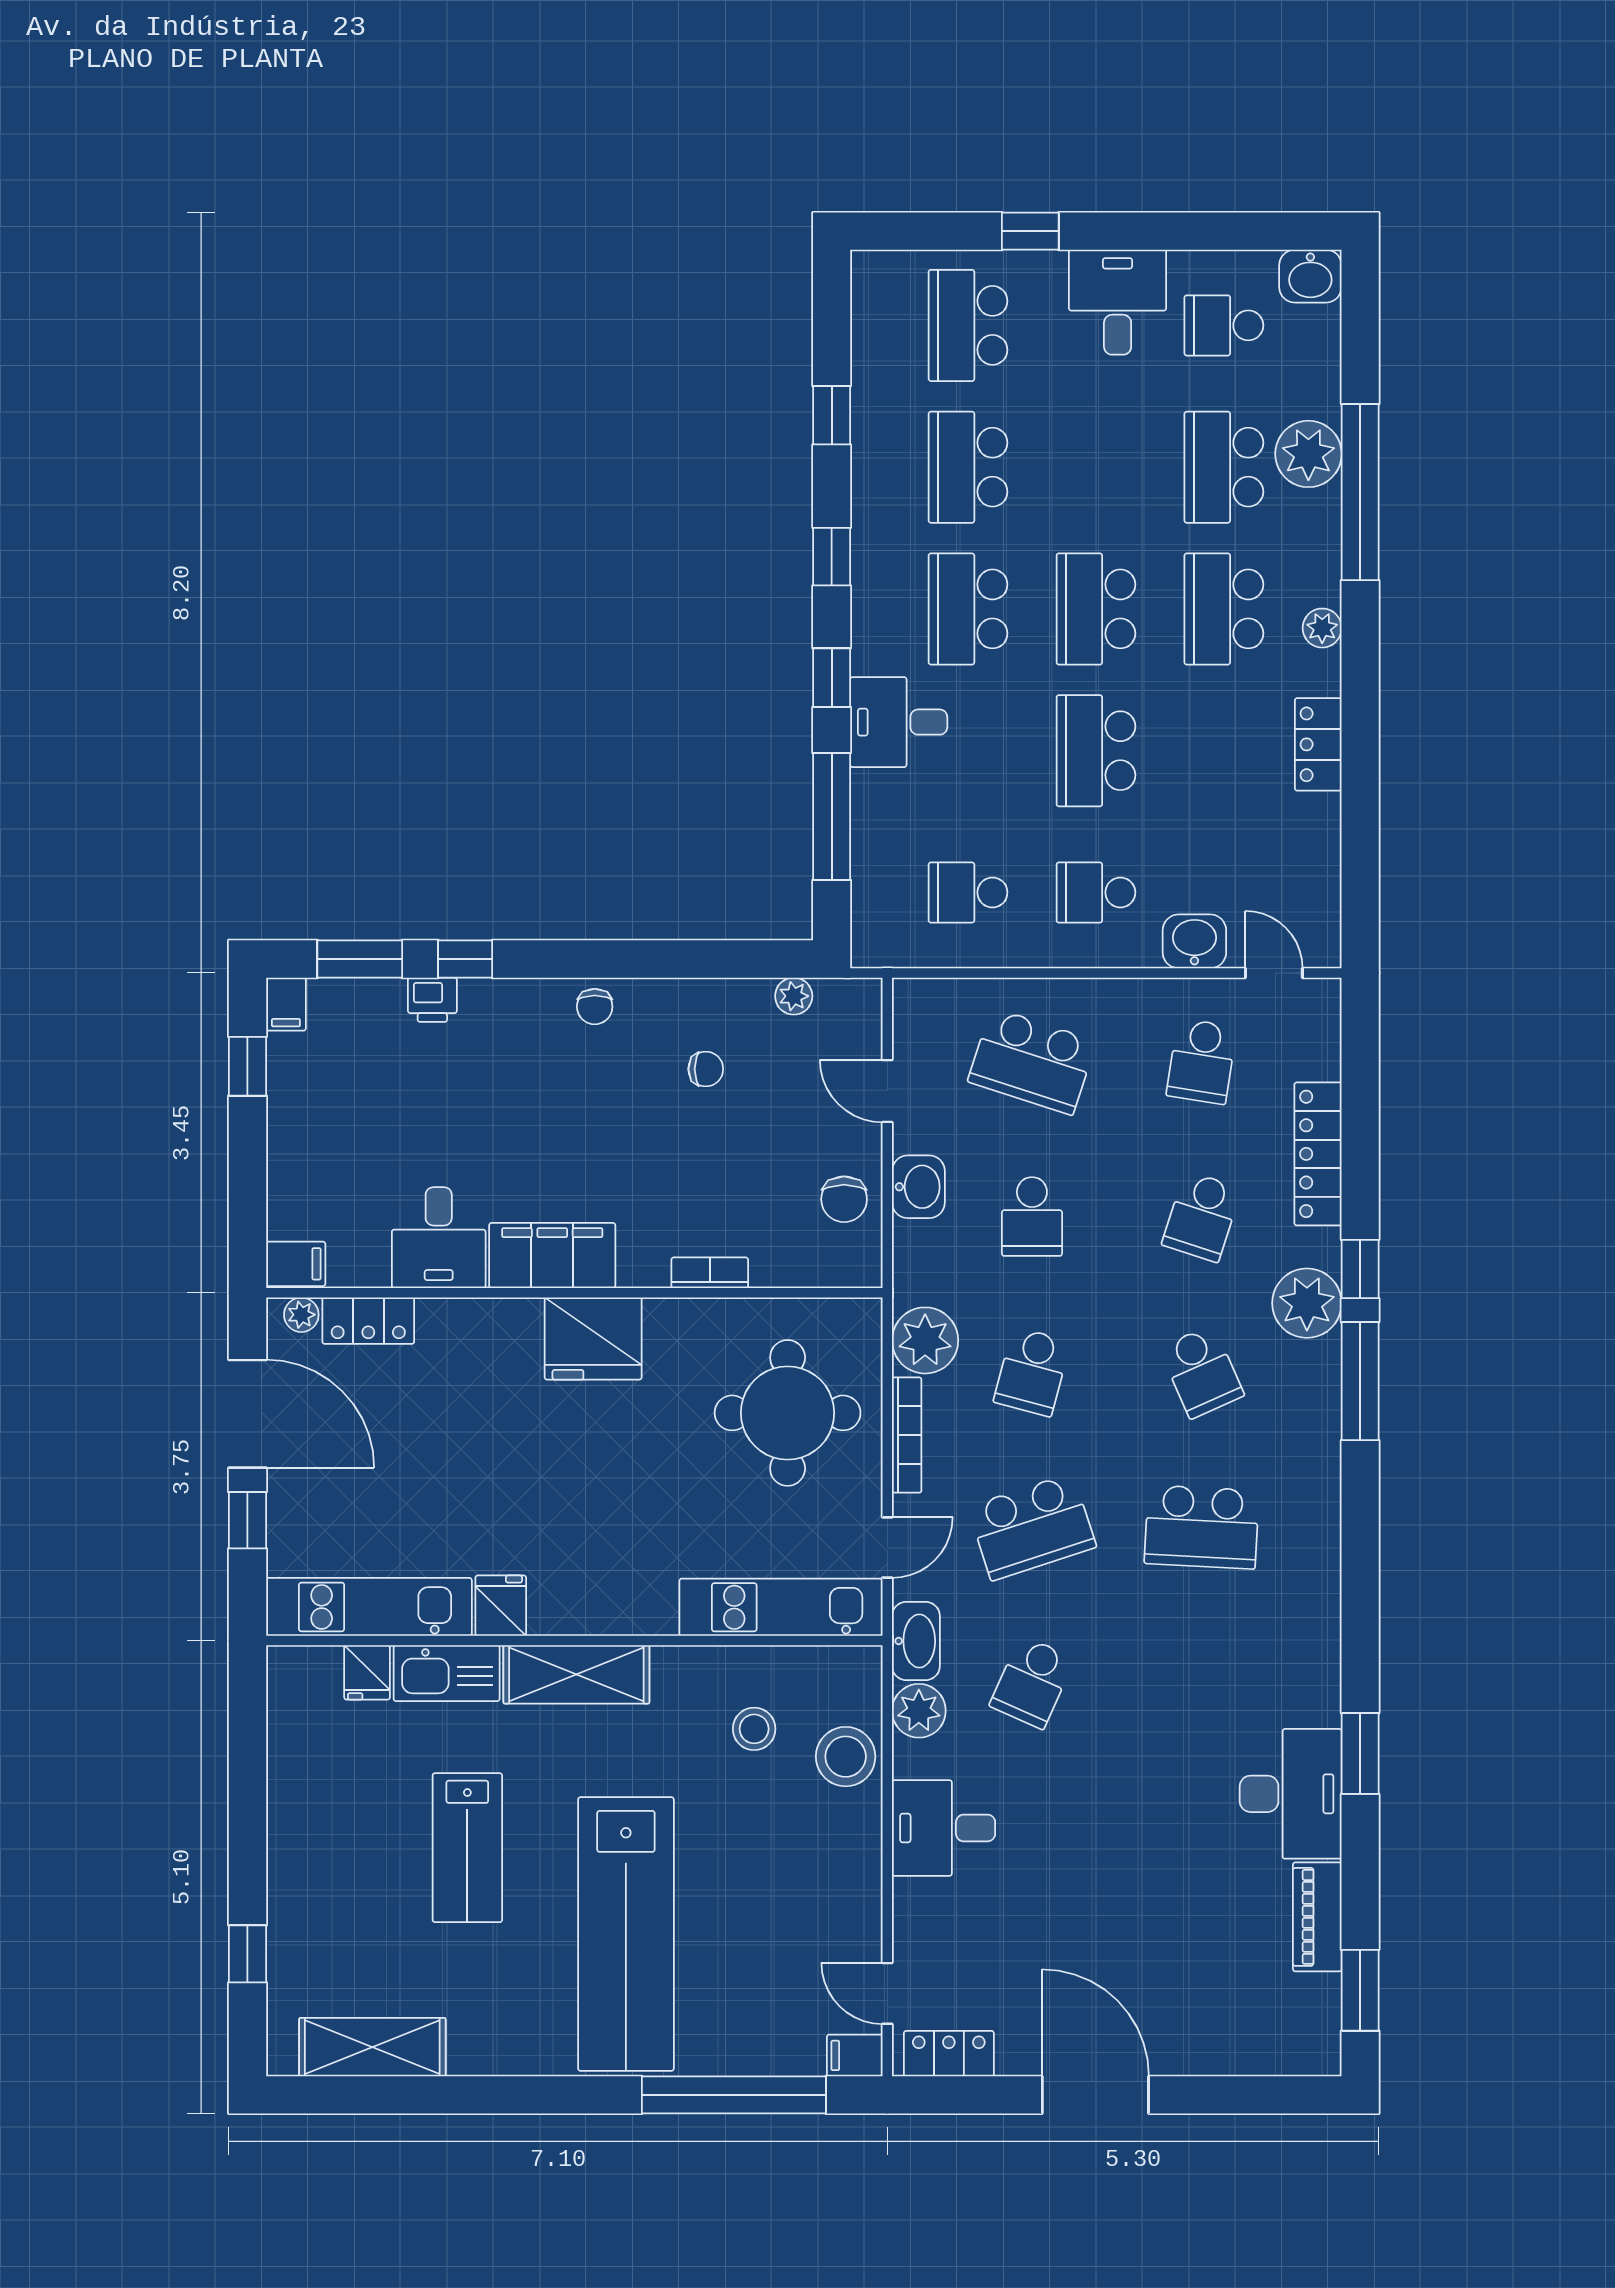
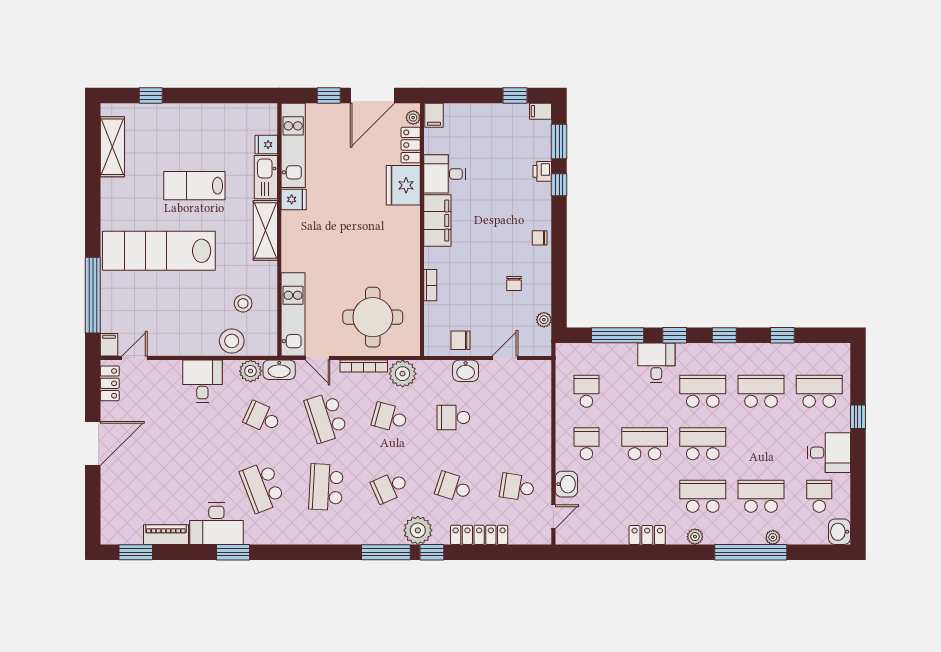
plant: (1308, 454) -> (773, 537), width x0.53, depth x0.53
school desk: (1032, 1061) -> (262, 487), moved, turned -39
fridge: (593, 1339) -> (403, 185), moved

